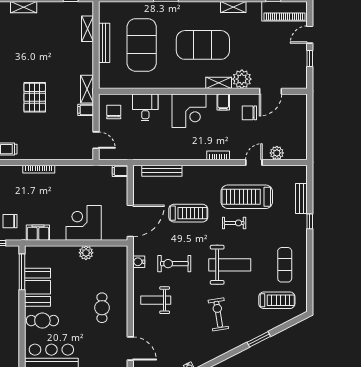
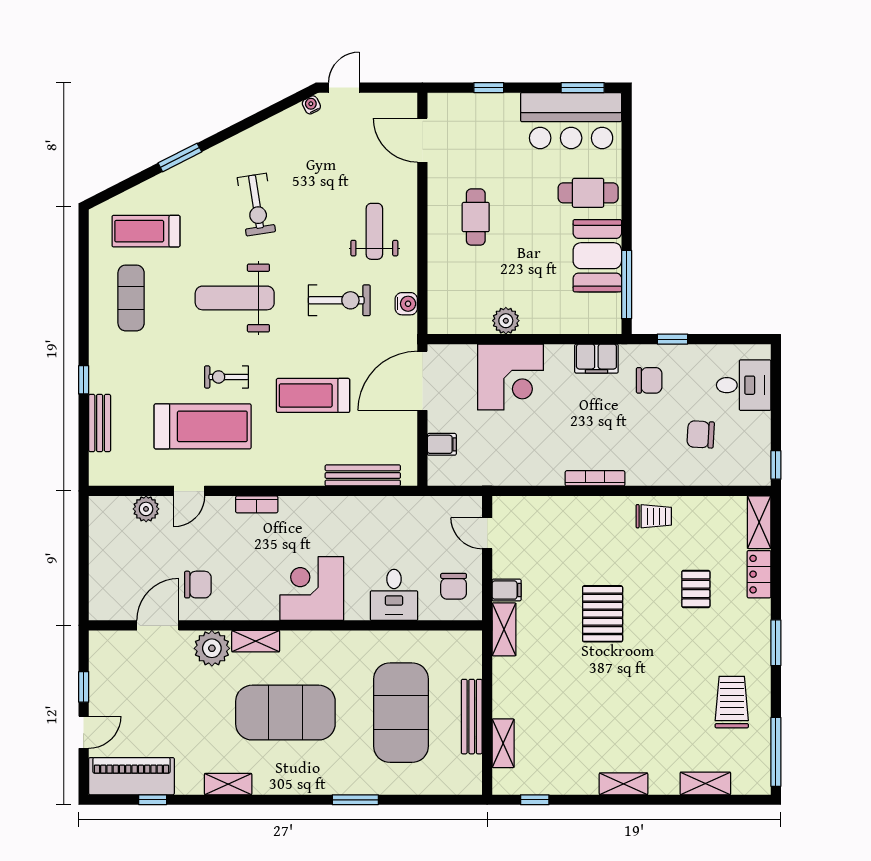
filing cabinet: (223, 102) -> (247, 605), removed
filing cabinet: (120, 171) -> (442, 444), moved
weight bench: (156, 300) -> (374, 231), turned -90

